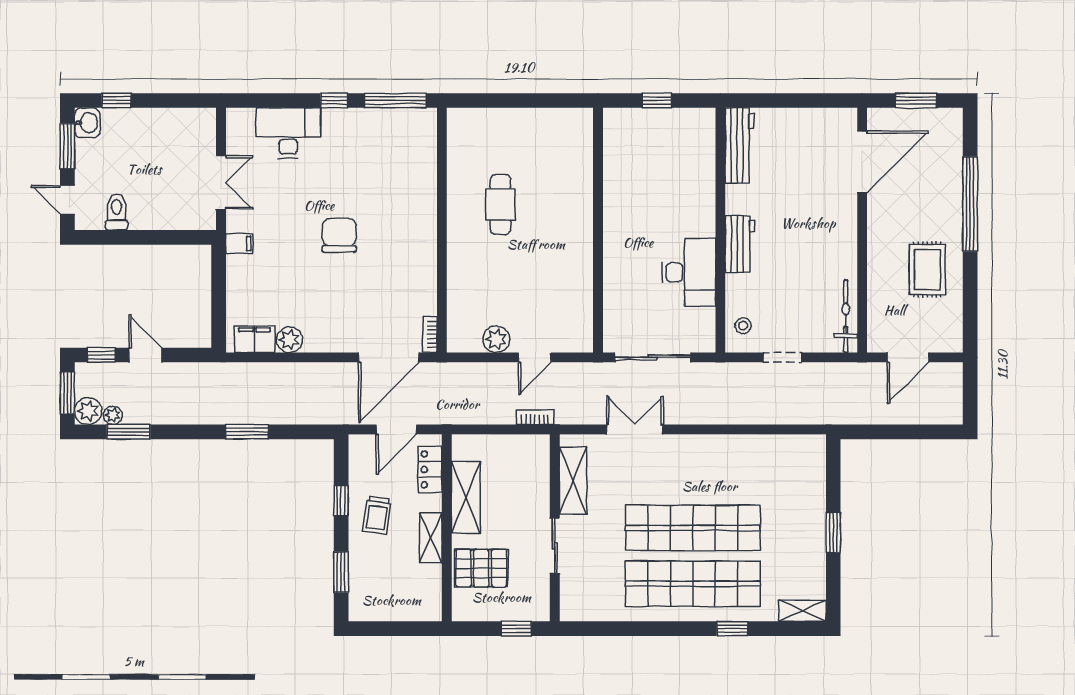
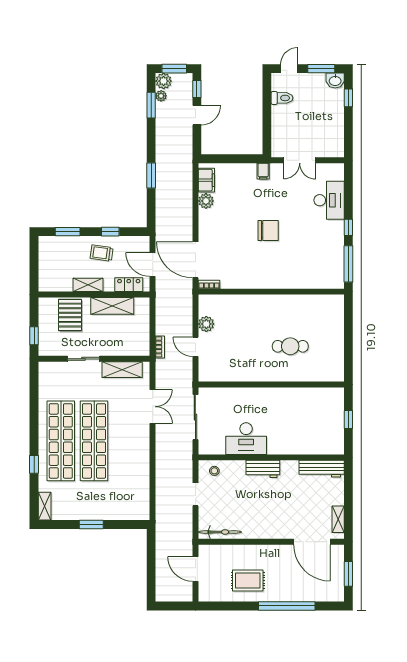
shelving: (824, 118) -> (338, 519), added
cafe table: (500, 205) -> (290, 346), moved

